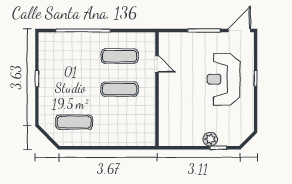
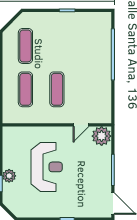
plant: (169, 42) -> (102, 136), added
exercise mat: (120, 56) -> (25, 89), moved
reception desk: (223, 79) -> (47, 167), moved, turned 90

